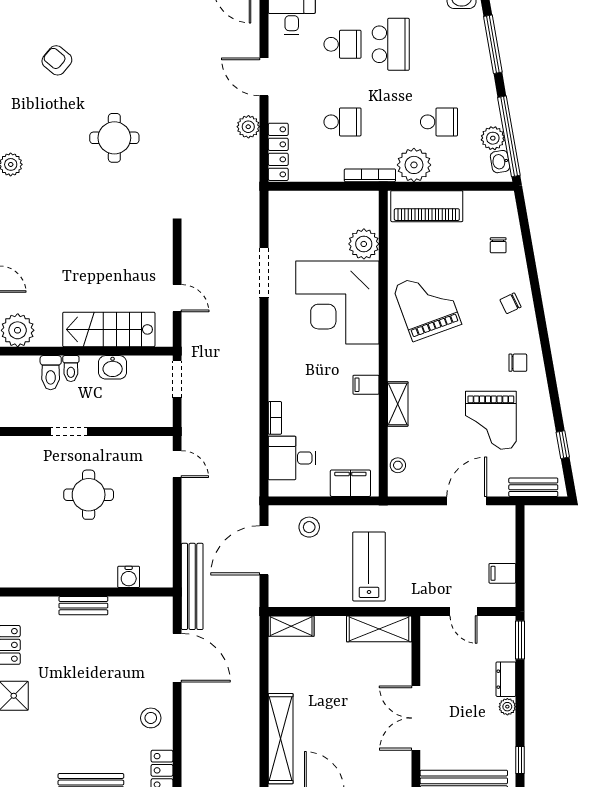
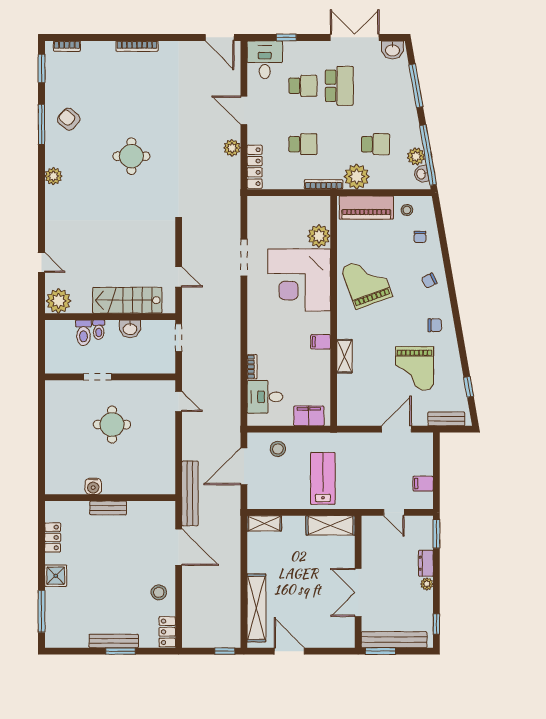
armchair: (57, 60) -> (69, 119), moved
stool: (398, 465) -> (407, 210), moved
water cooler: (129, 577) -> (93, 486), moved

